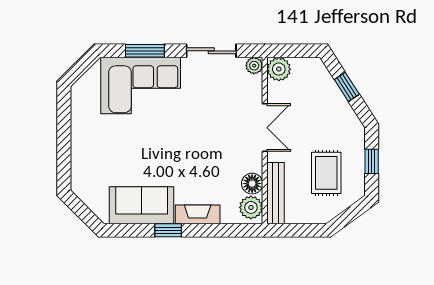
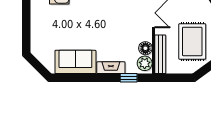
rug: (326, 173) -> (192, 41), width x1.36, depth x1.43
window: (168, 230) -> (129, 78), moved

